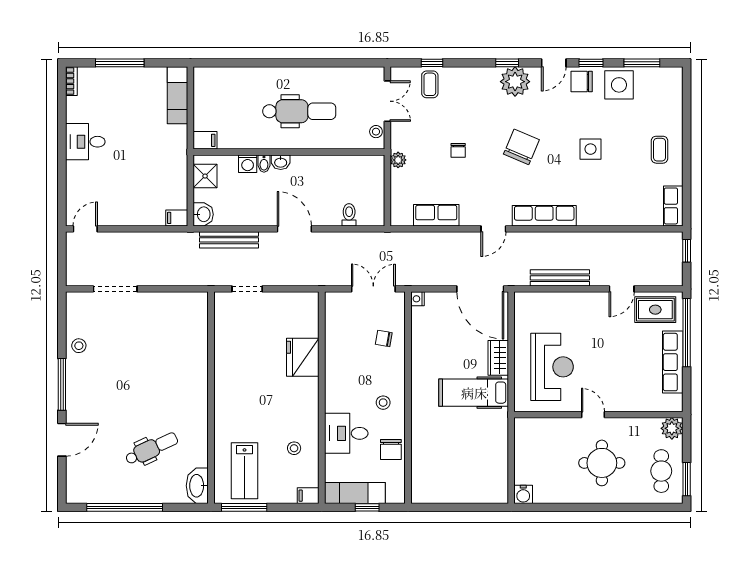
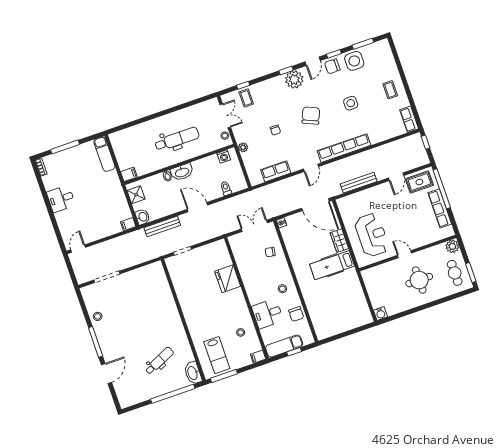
washbasin: (281, 162) -> (182, 172), width x1.91, depth x1.45
washing machine: (248, 164) -> (224, 156), moved
row of seats: (544, 216) -> (344, 148), width x1.36
window: (125, 507) -> (173, 394), moved

